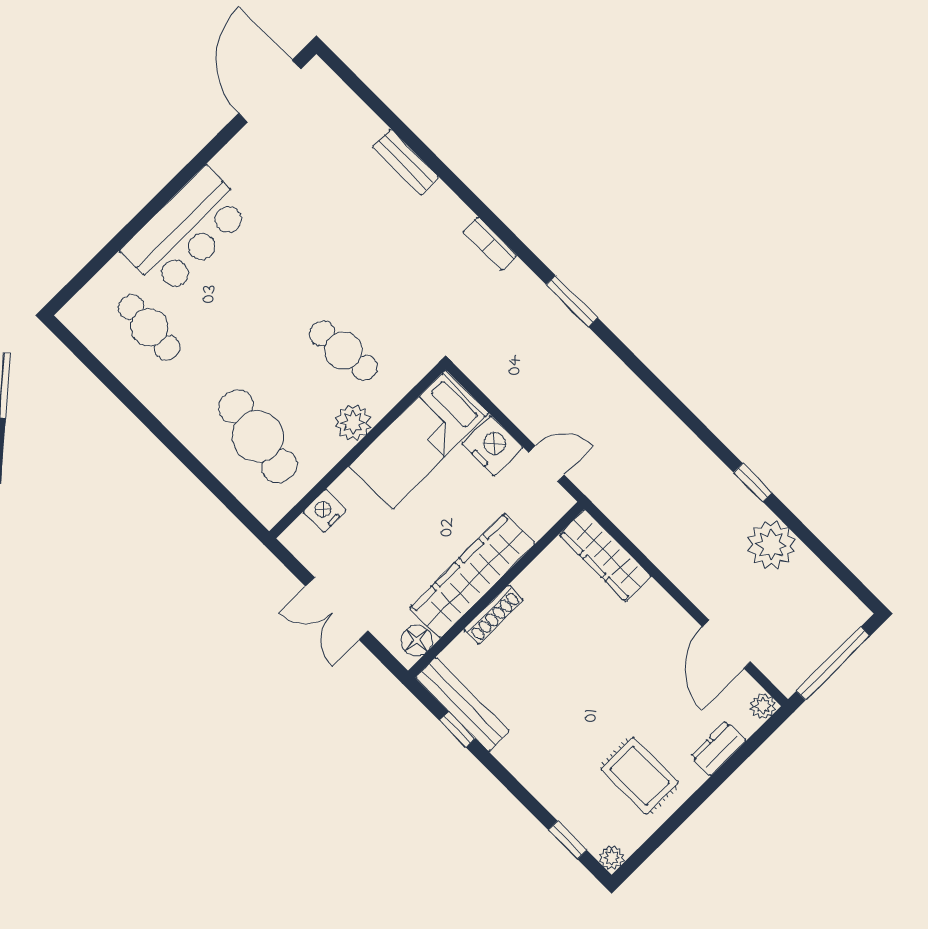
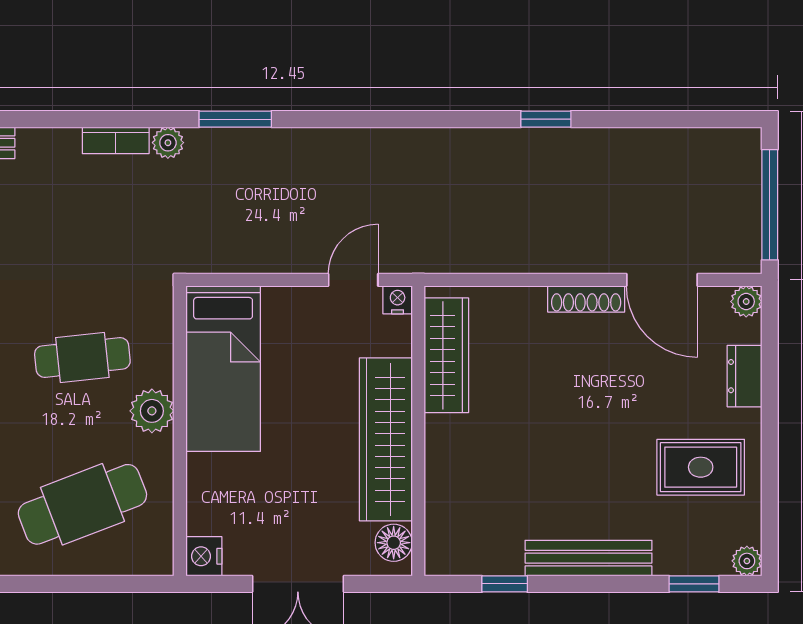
cafe table: (258, 436) -> (82, 504), turned -30
nightstand: (492, 446) -> (398, 300), moved, width x0.53, depth x0.56
nightstand: (325, 511) -> (204, 556), moved
plant: (771, 545) -> (168, 143), moved, width x0.53, depth x0.53
wardrobe: (605, 555) -> (446, 355), moved, turned -90
shoe rack: (494, 615) -> (586, 299), moved, turned 90
bench: (462, 704) -> (588, 558), moved

